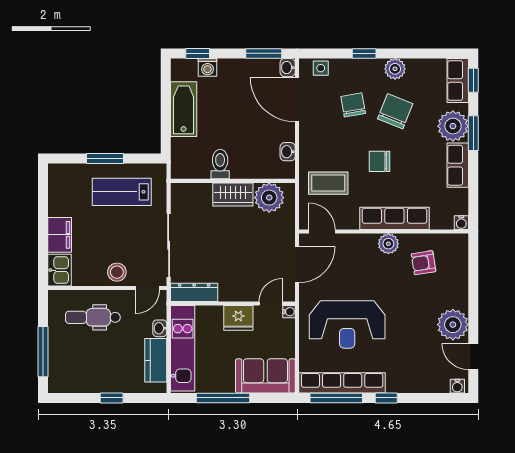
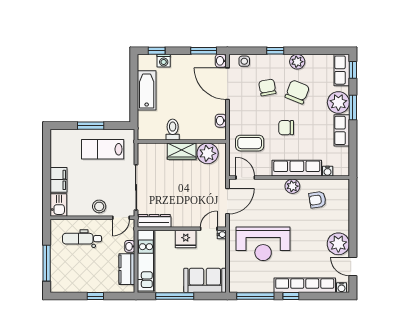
water cooler: (461, 223) -> (328, 171), moved
row of seats: (342, 383) -> (305, 285), moved

